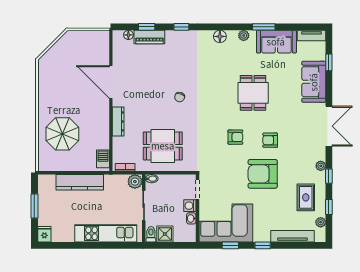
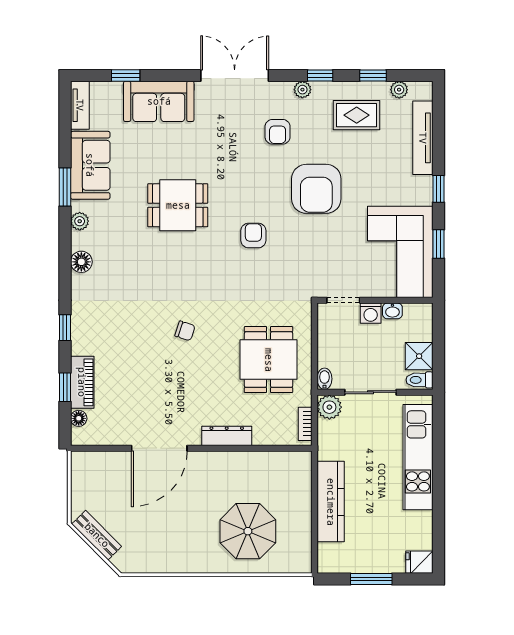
bench: (60, 45) -> (97, 535), added
armchair: (270, 140) -> (278, 132), moved
barbecue: (103, 159) -> (291, 462), removed

